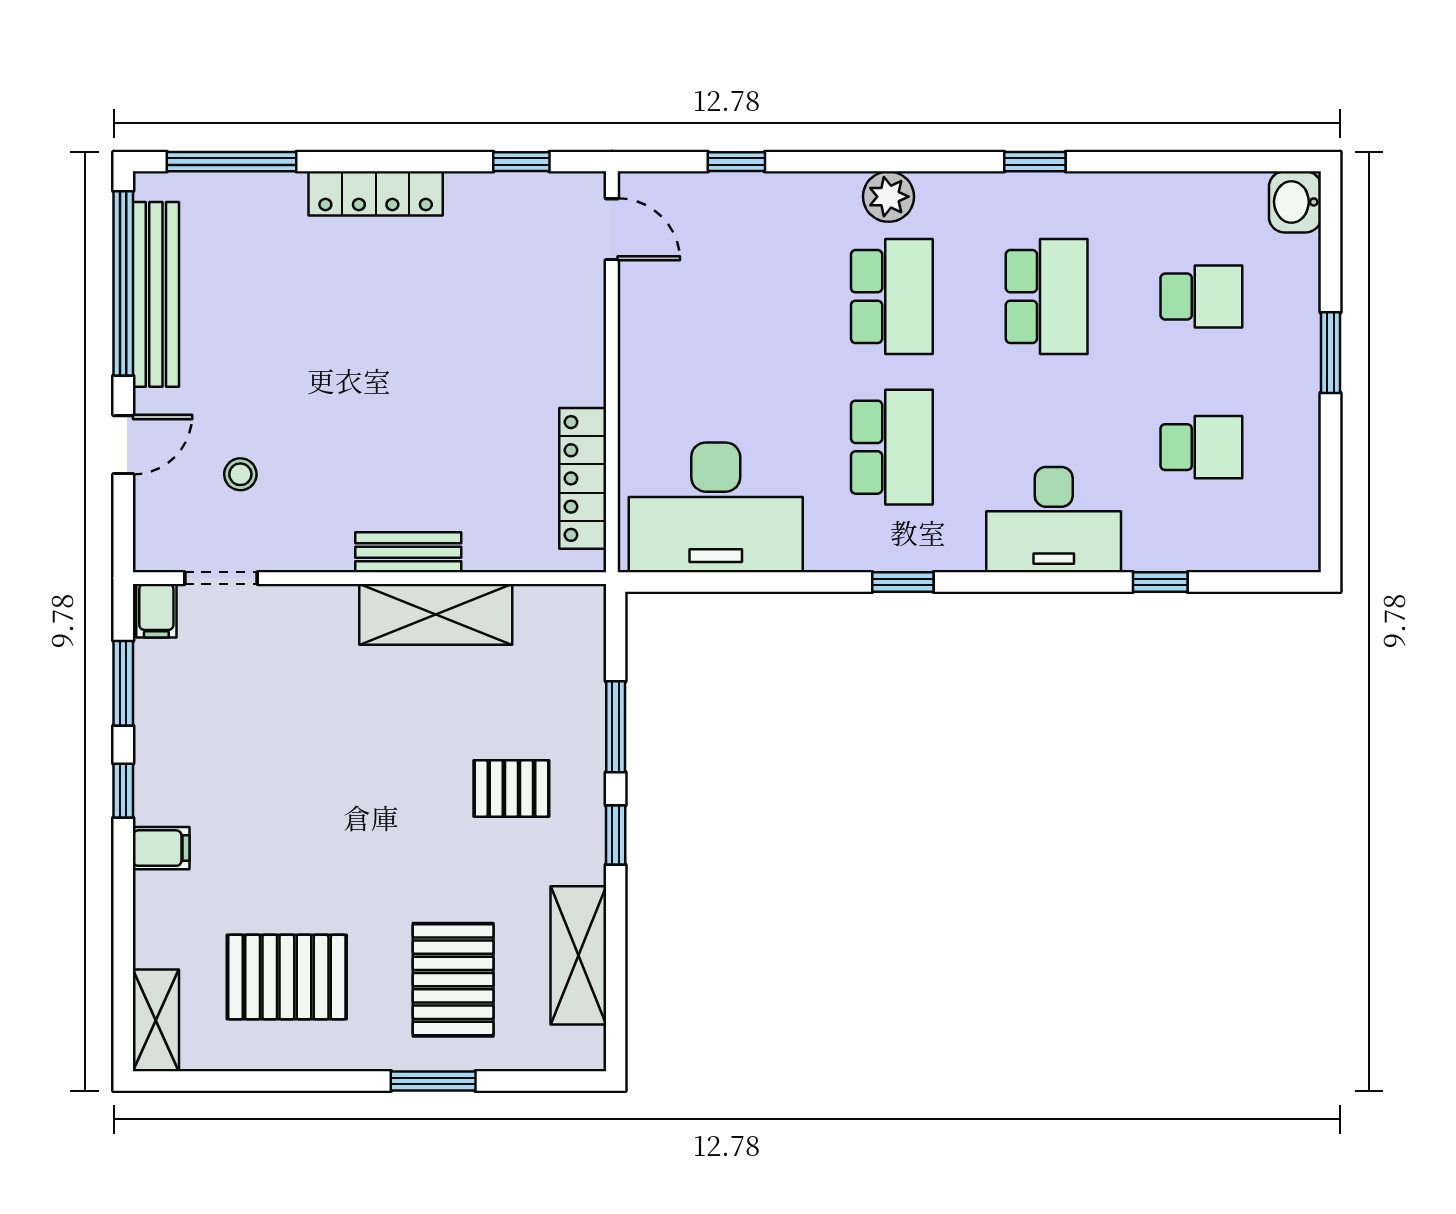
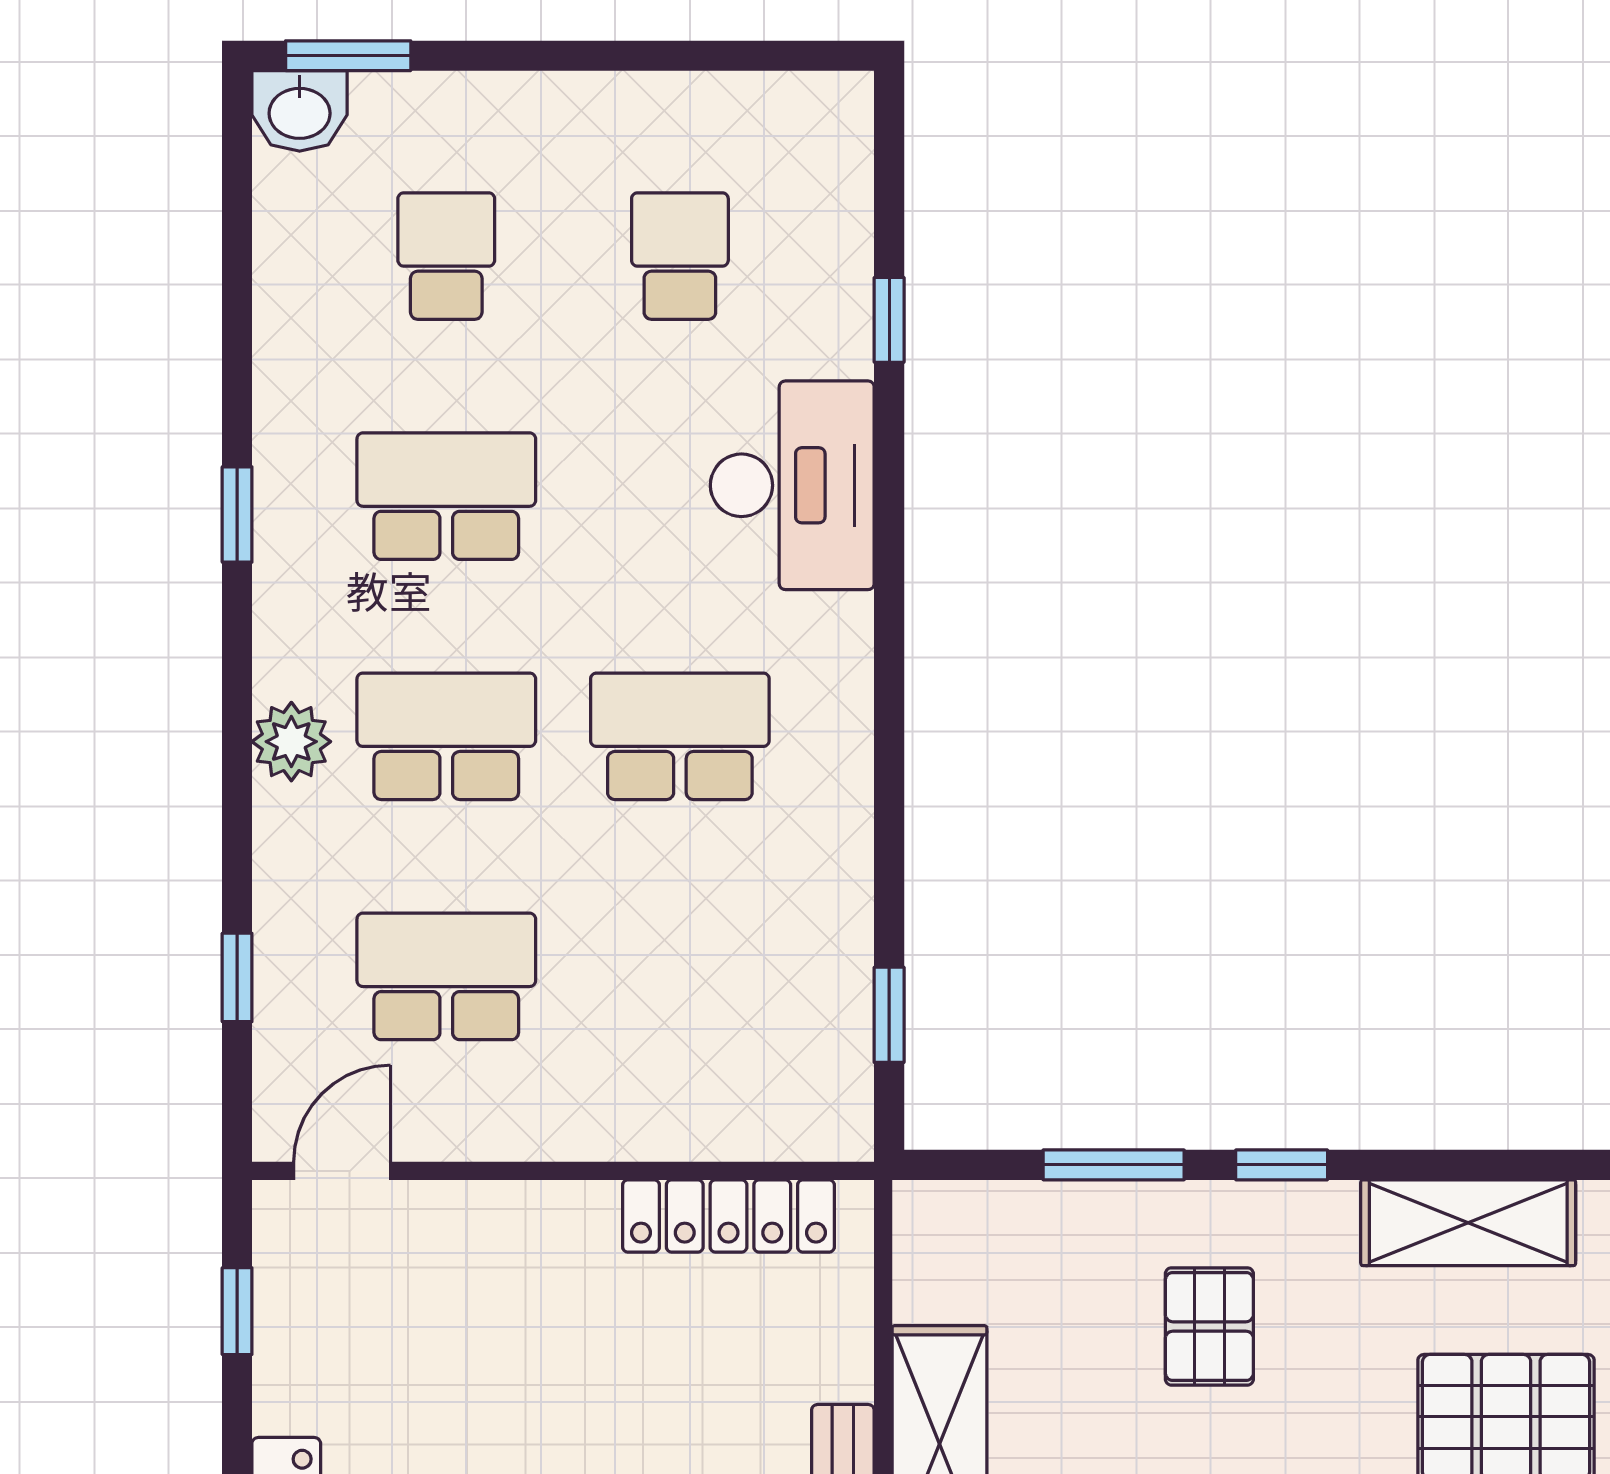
school desk: (737, 297) -> (446, 976), added
window: (1331, 353) -> (348, 56), moved
desk: (716, 507) -> (773, 1010), removed
window: (903, 582) -> (889, 1015), moved

